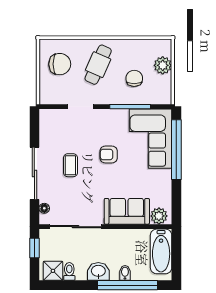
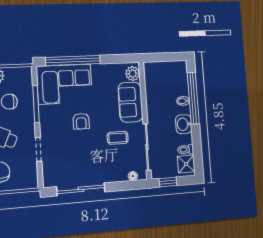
coffee table: (70, 165) -> (118, 138), moved
sliding door: (34, 173) -> (81, 189), moved
bathtub: (161, 251) -> (163, 70), removed

